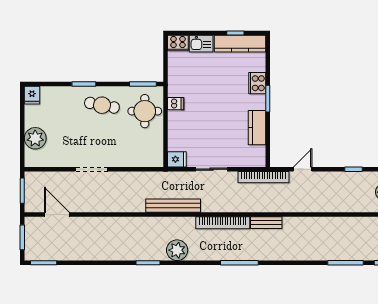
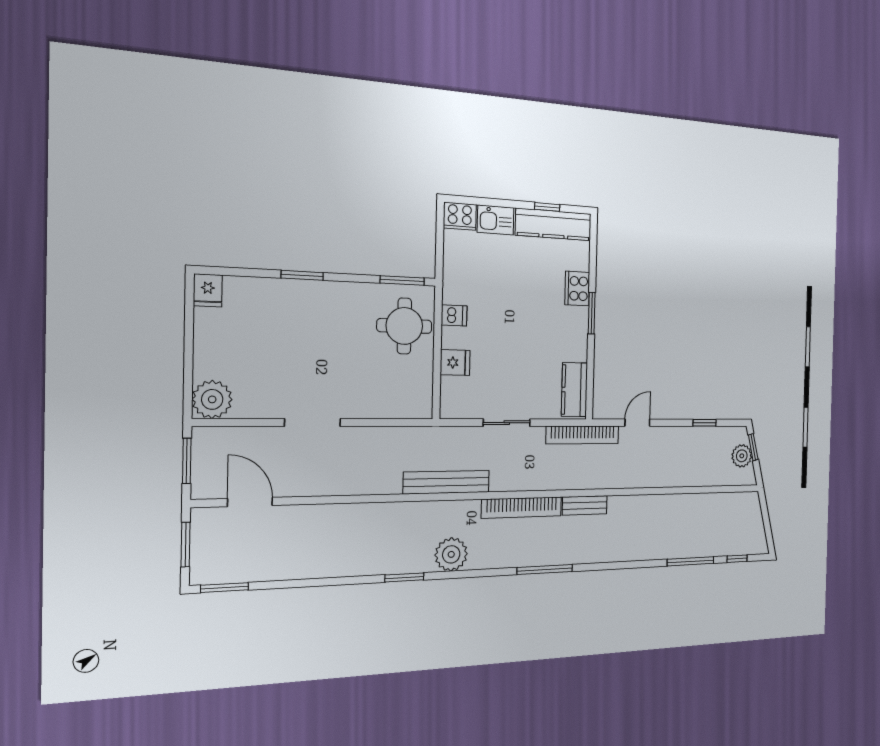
cafe table: (102, 105) -> (333, 313), removed
kitchen counter: (257, 128) -> (574, 390), moved
plant: (35, 138) -> (212, 399), moved
fridge: (177, 159) -> (455, 363), moved

